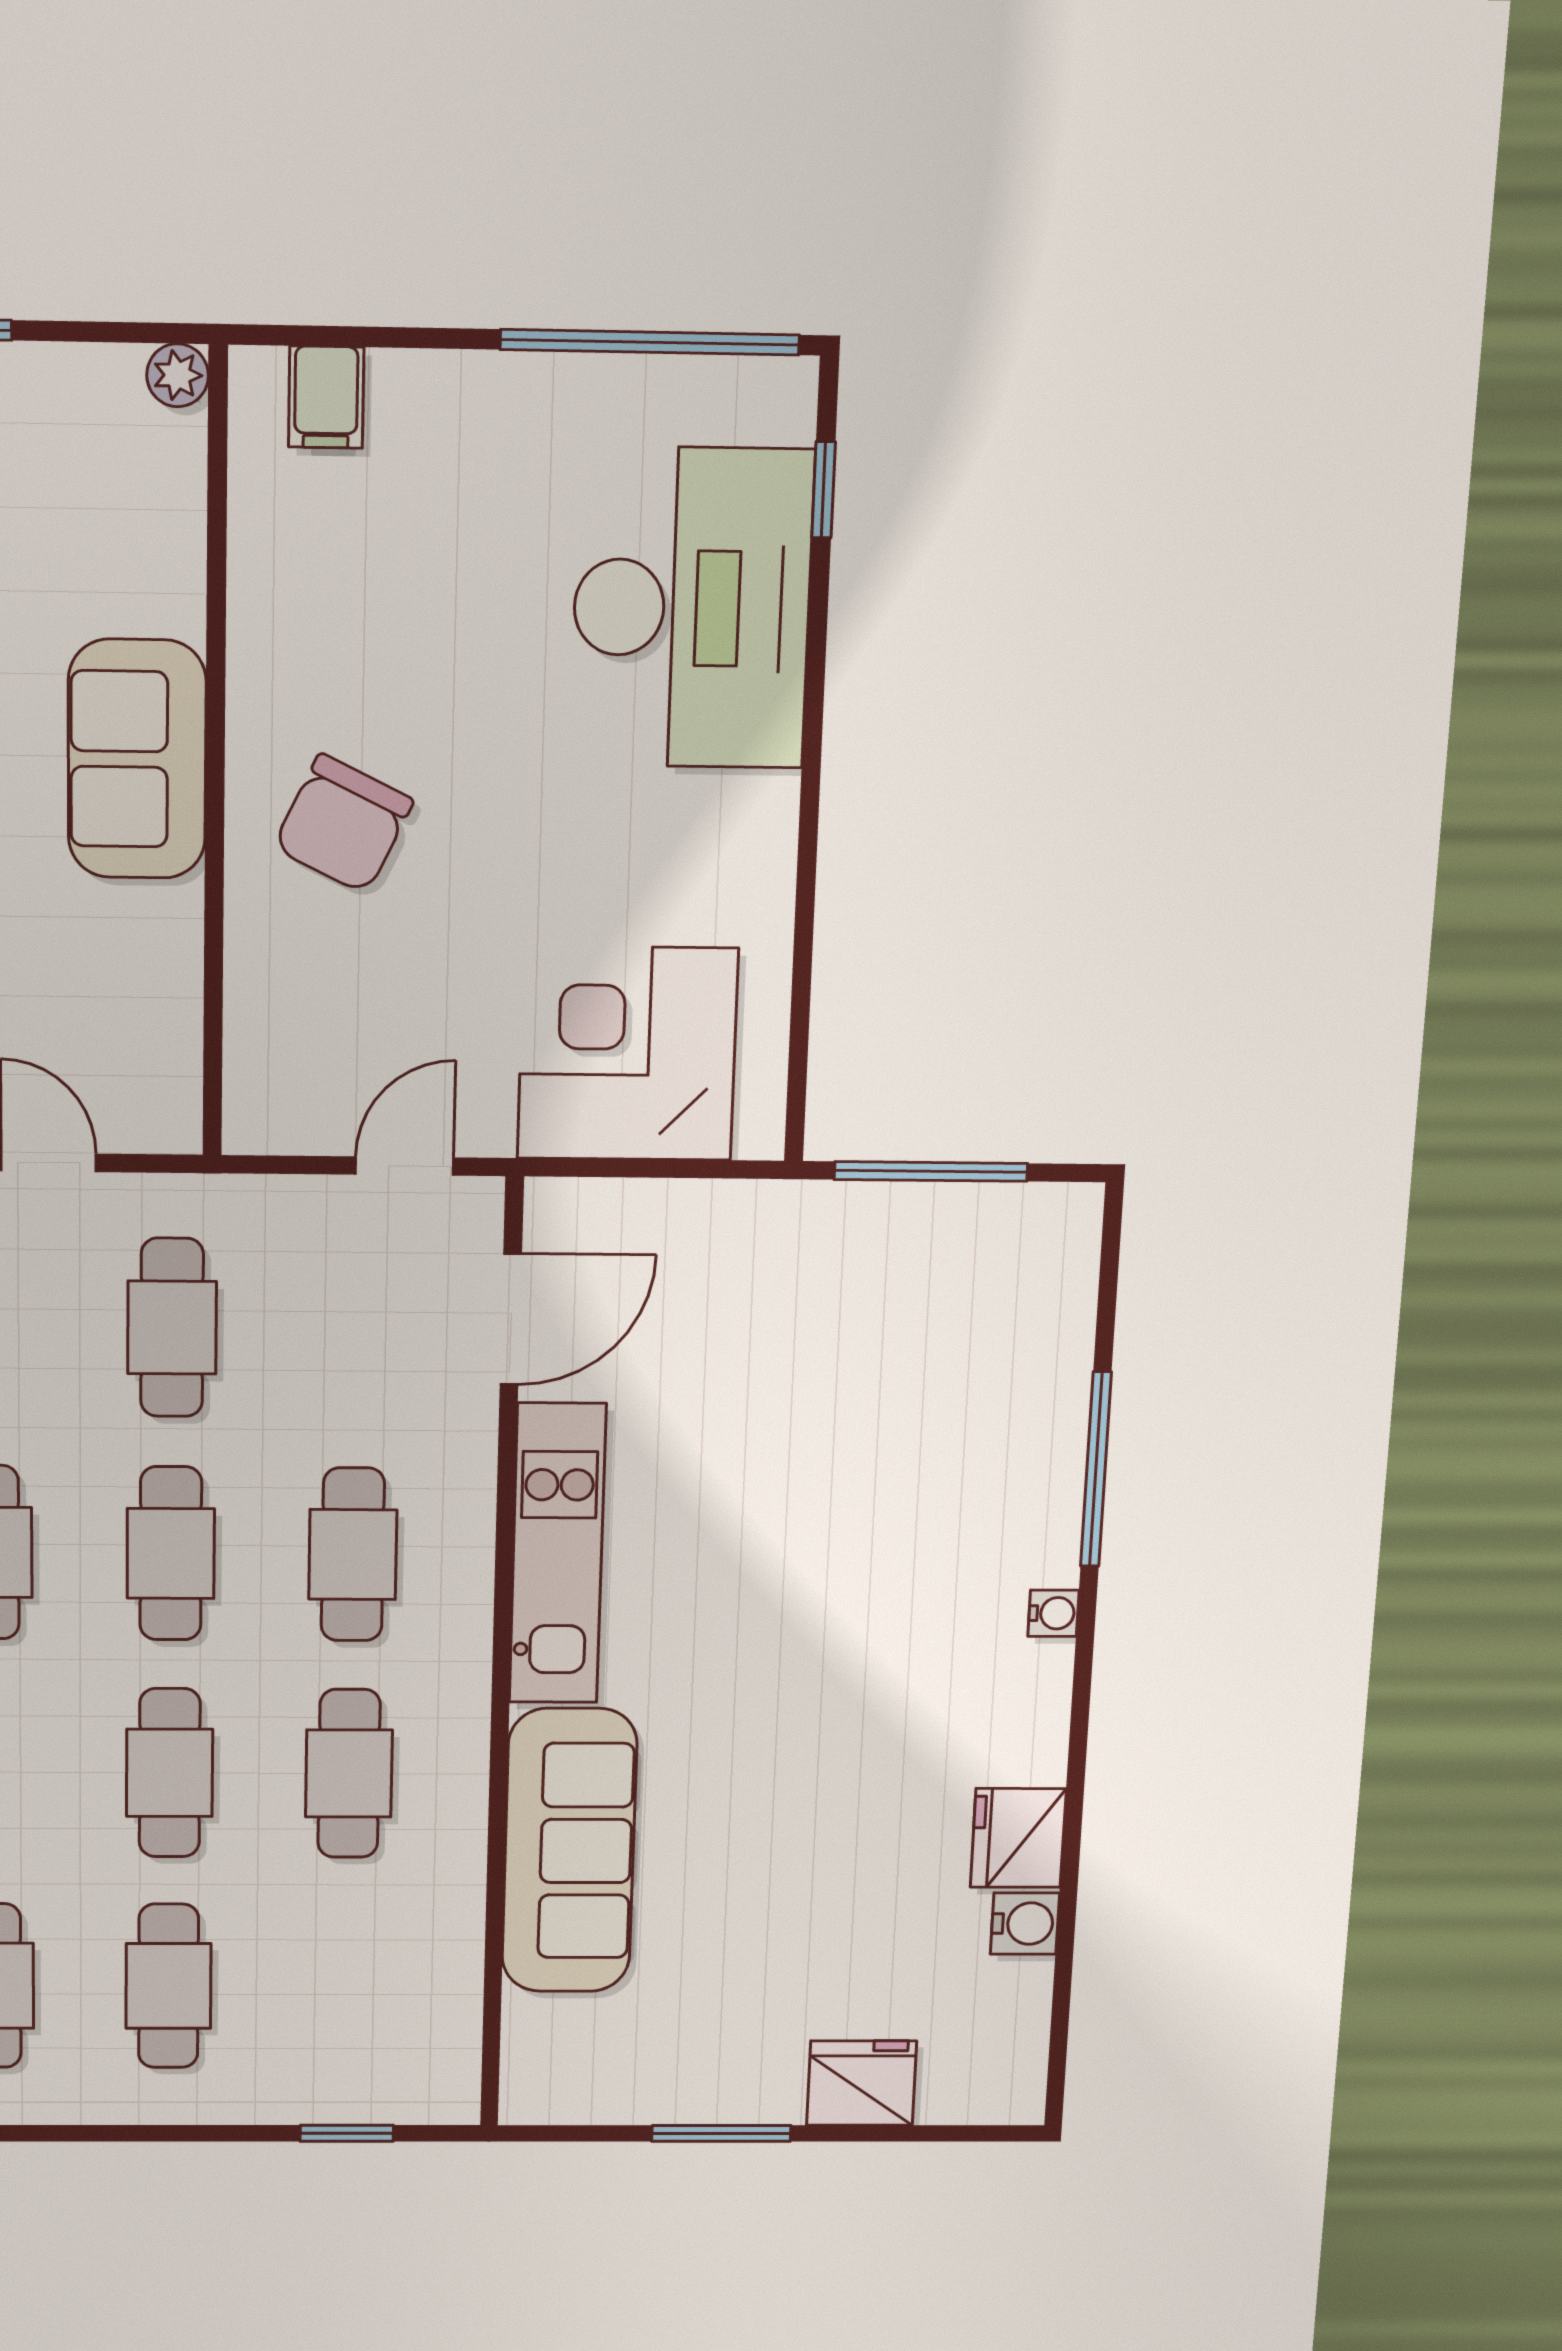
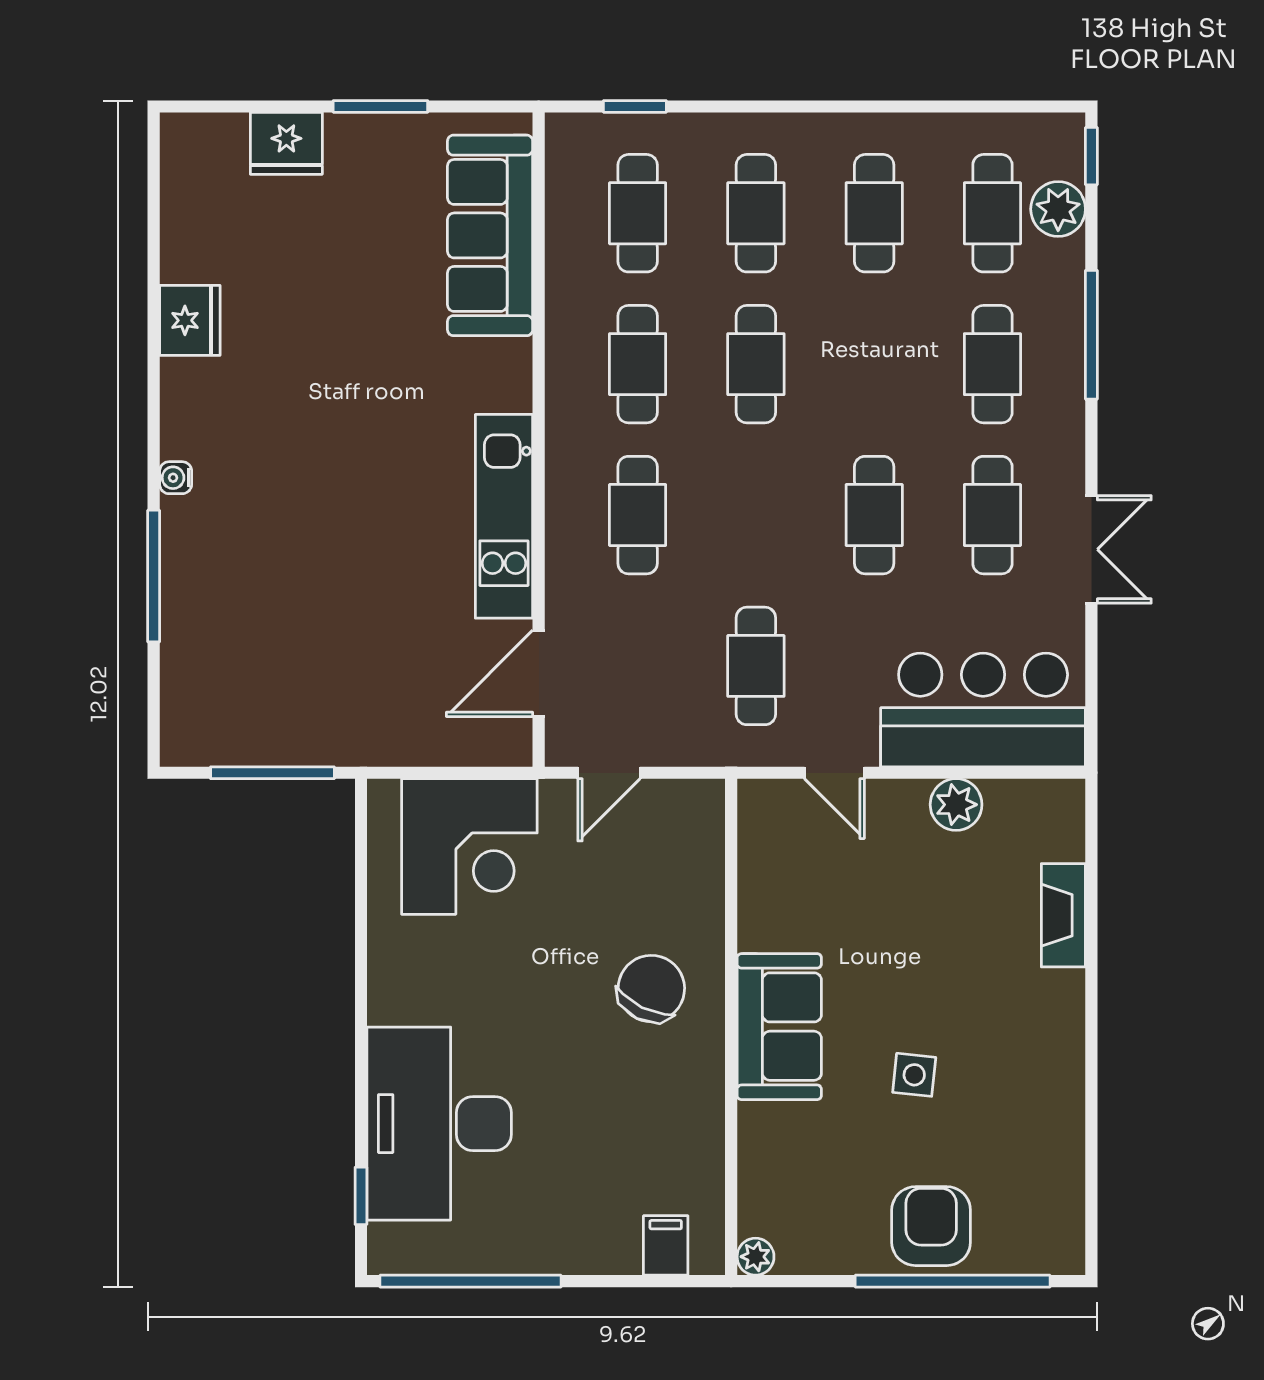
cafe table: (171, 1553) -> (638, 213), moved
sofa: (569, 1851) -> (490, 235), moved
water cooler: (1025, 1924) -> (182, 259), removed

